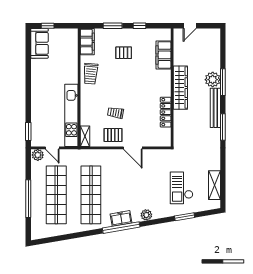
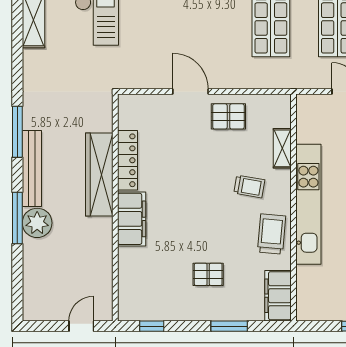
window: (140, 26) -> (152, 326), moved
filing cabinet: (163, 55) -> (132, 219), moved
wardrobe: (180, 88) -> (99, 175), moved
trolley: (115, 113) -> (249, 187), moved
kitchen unit: (71, 115) -> (308, 204), moved
shelving: (85, 136) -> (282, 148), moved

